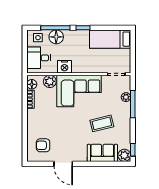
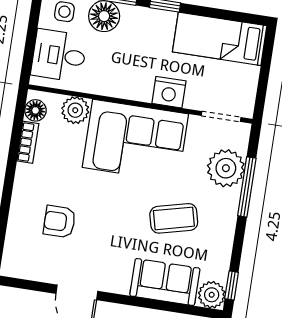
nightstand: (64, 67) -> (169, 92), moved
plant: (126, 97) -> (226, 168), width x1.87, depth x1.87
armchair: (43, 145) -> (59, 222), moved

